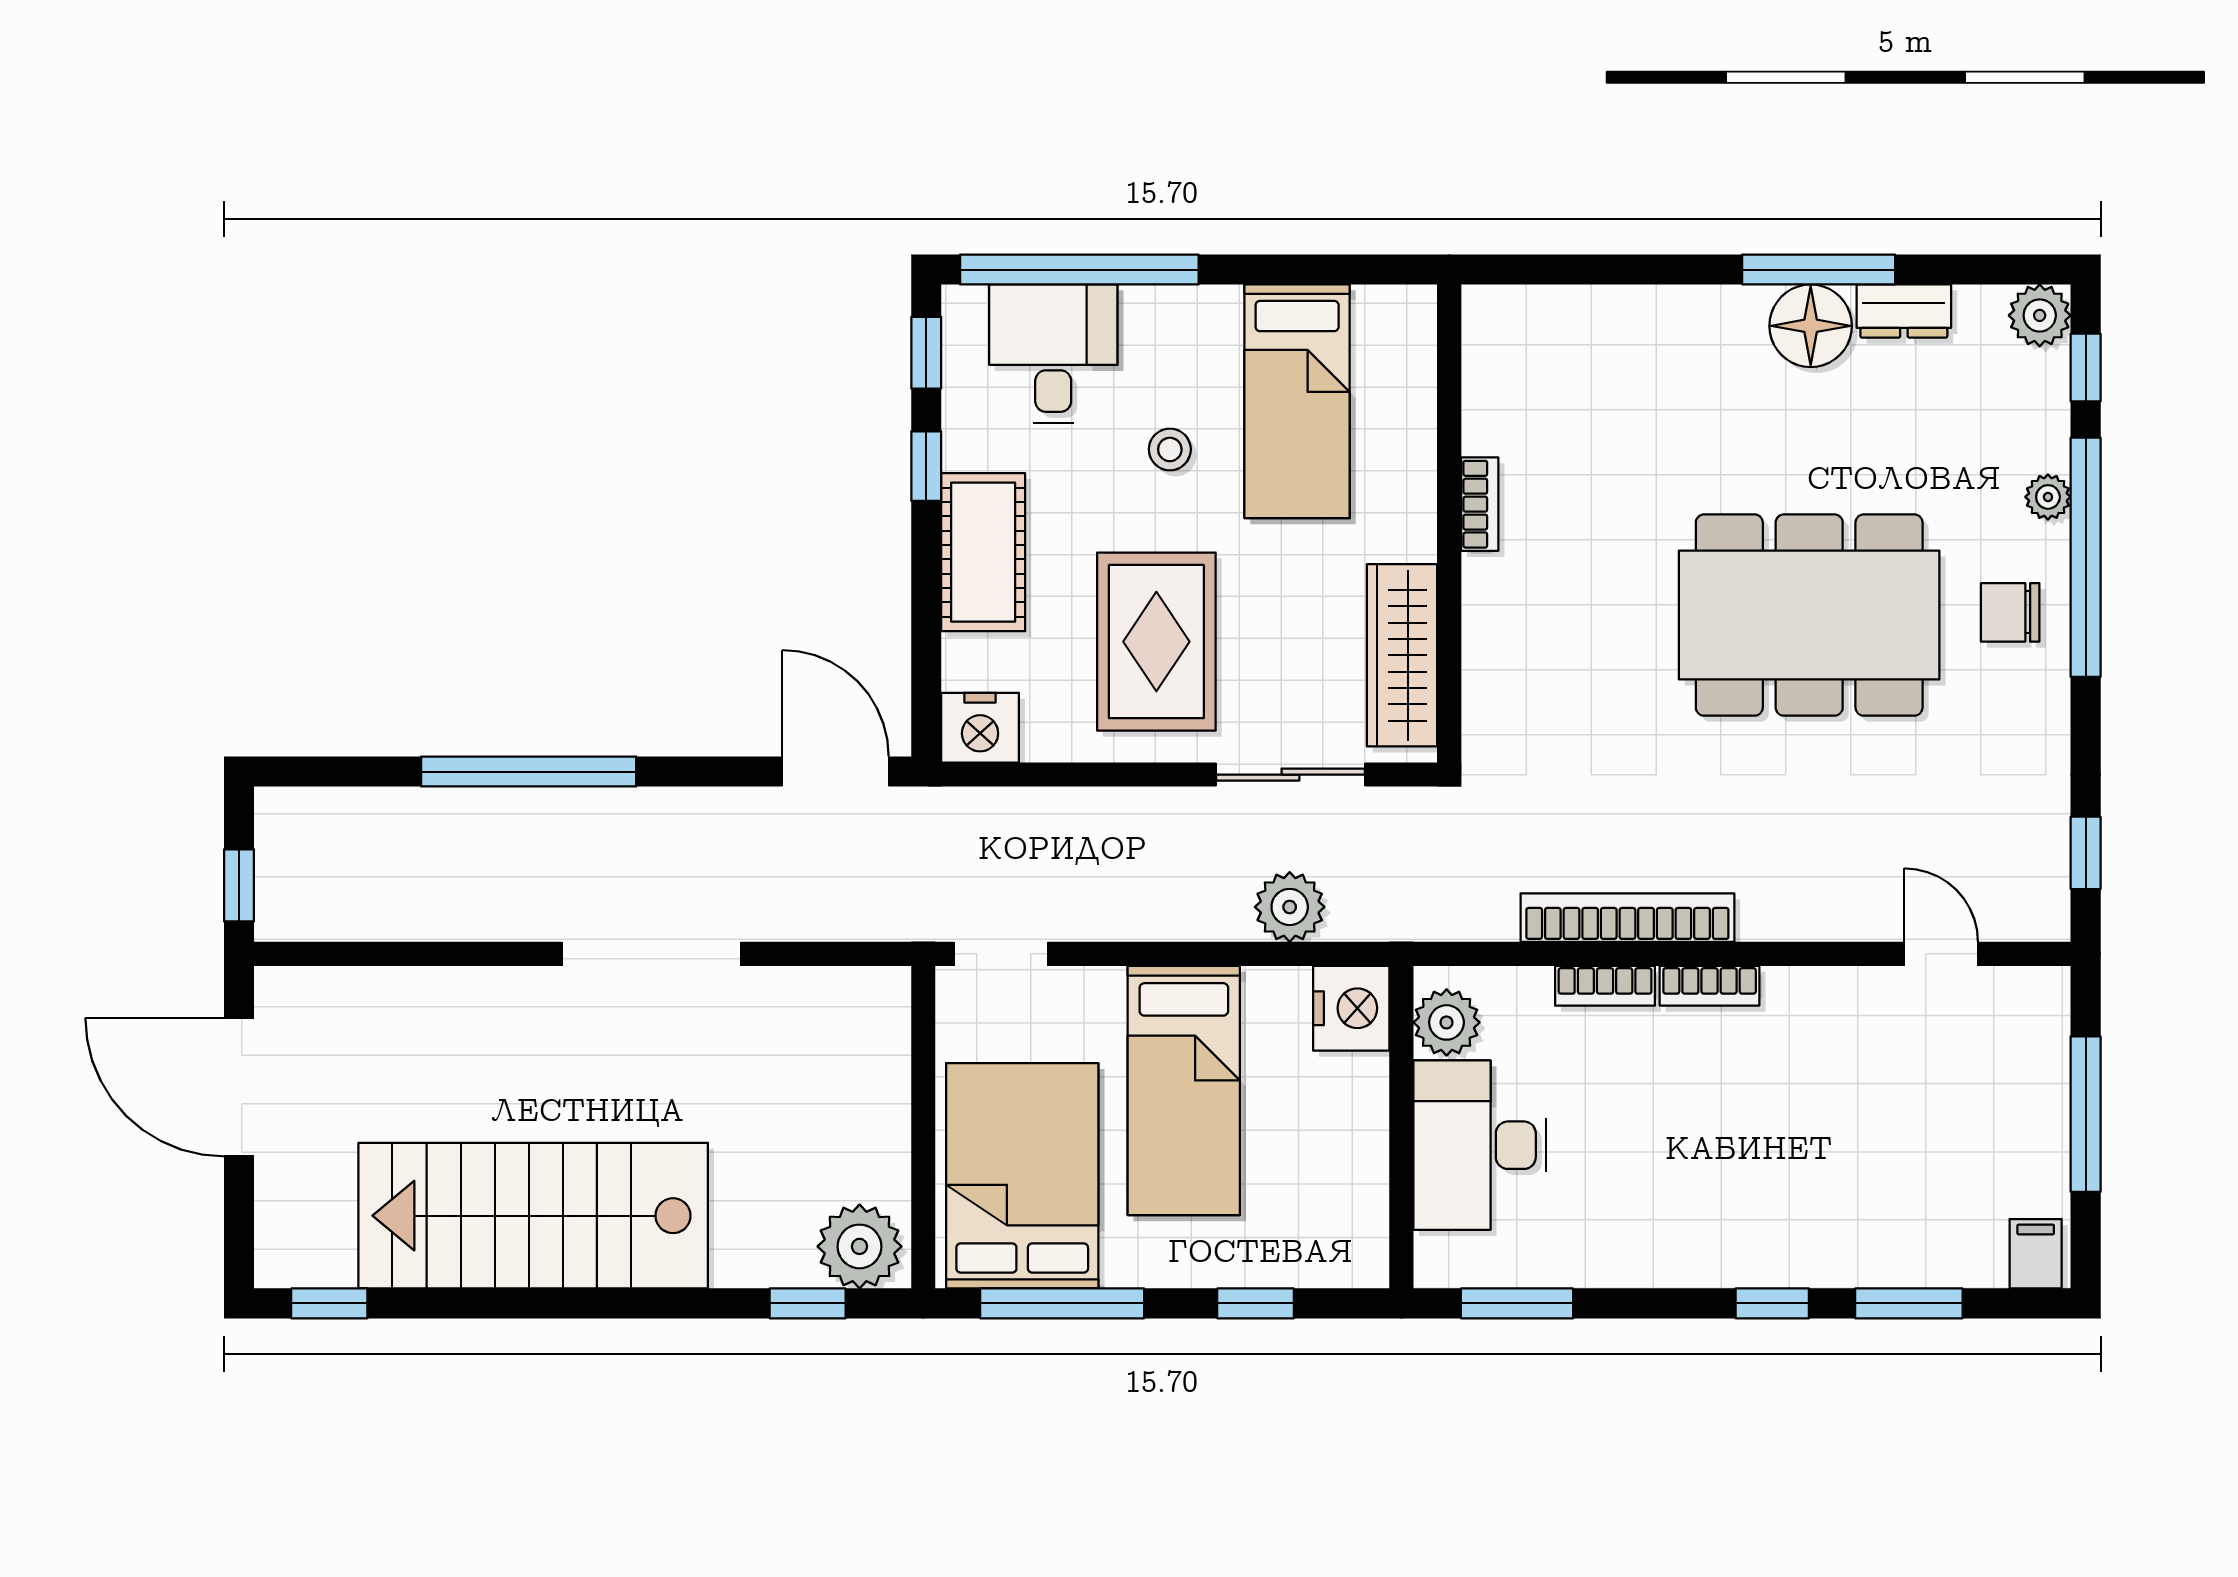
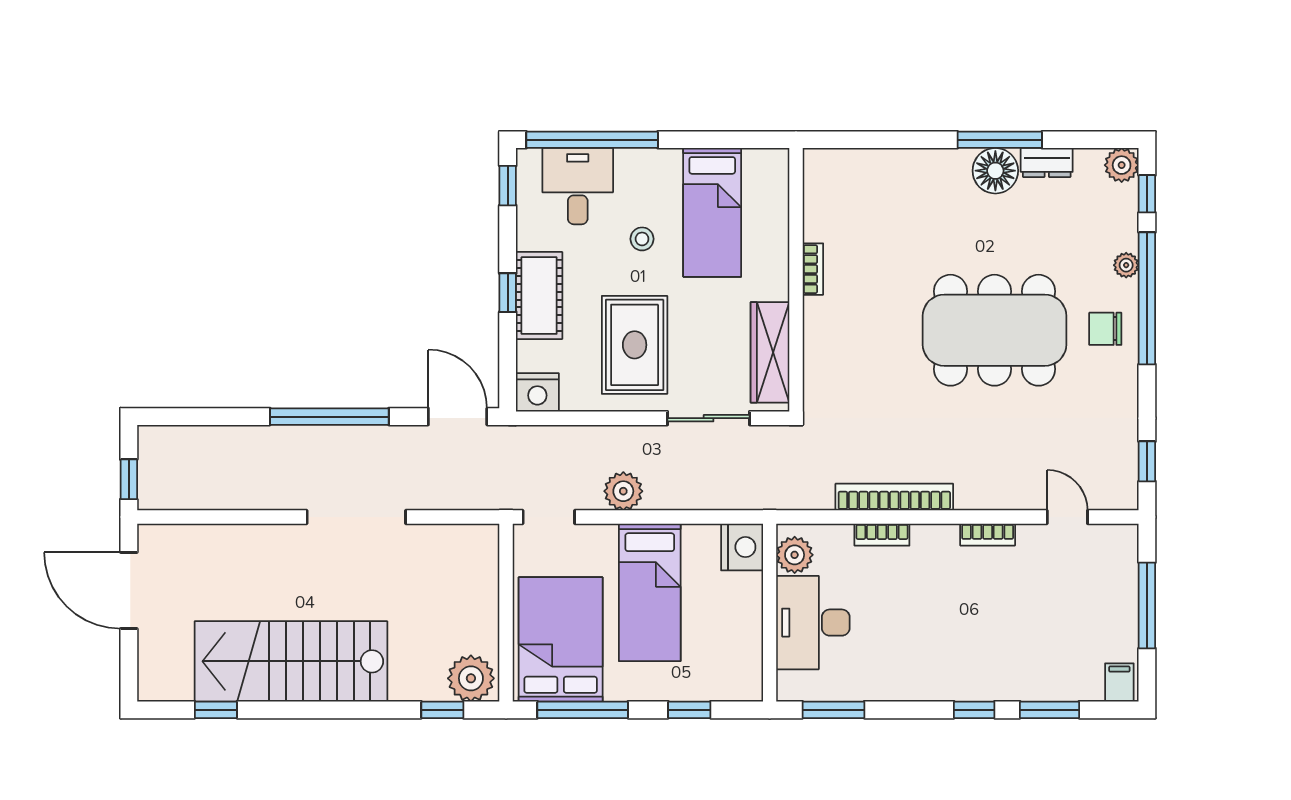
window: (926, 466) -> (508, 293), moved
window: (529, 772) -> (329, 417), moved
plant: (1290, 907) -> (623, 491), moved
bookcase: (1710, 986) -> (988, 535), moved
window: (329, 1303) -> (216, 710), moved

